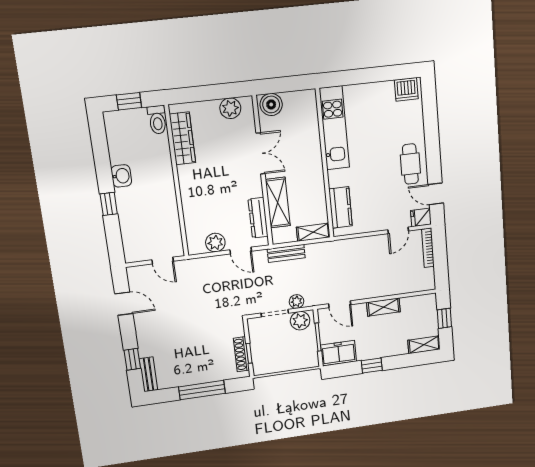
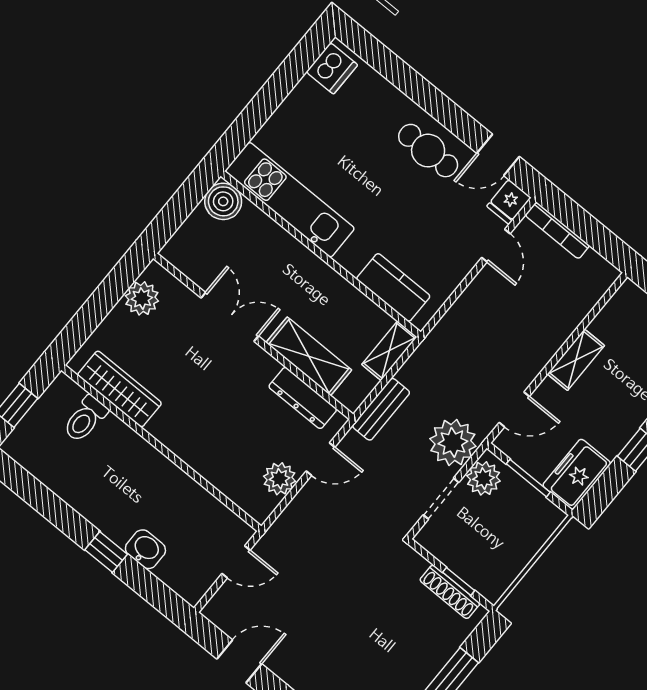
boiler: (271, 104) -> (223, 201), moved
toilet: (157, 120) -> (85, 419), moved, turned 90
washbasin: (121, 176) -> (145, 549), moved
plant: (296, 301) -> (453, 442), width x1.88, depth x1.88

